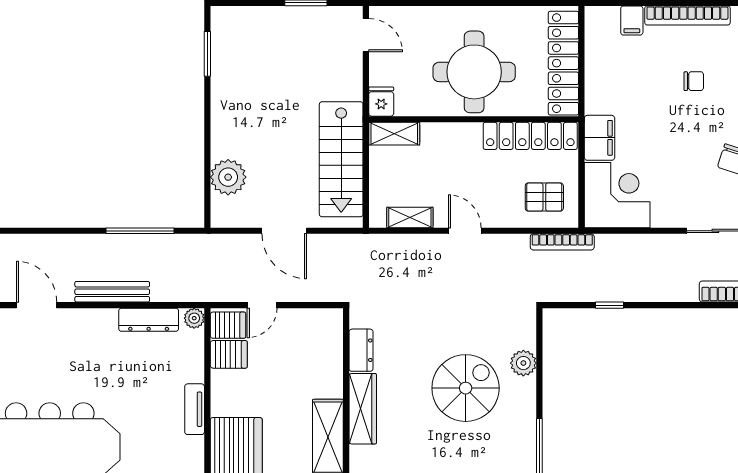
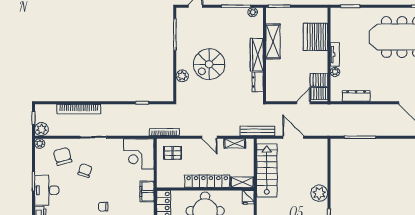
locker: (530, 136) -> (207, 181), moved
filing cabinet: (600, 138) -> (147, 191), moved
plant: (228, 177) -> (319, 193), moved
bench: (112, 292) -> (257, 131), moved
plant: (194, 318) -> (335, 72), moved

